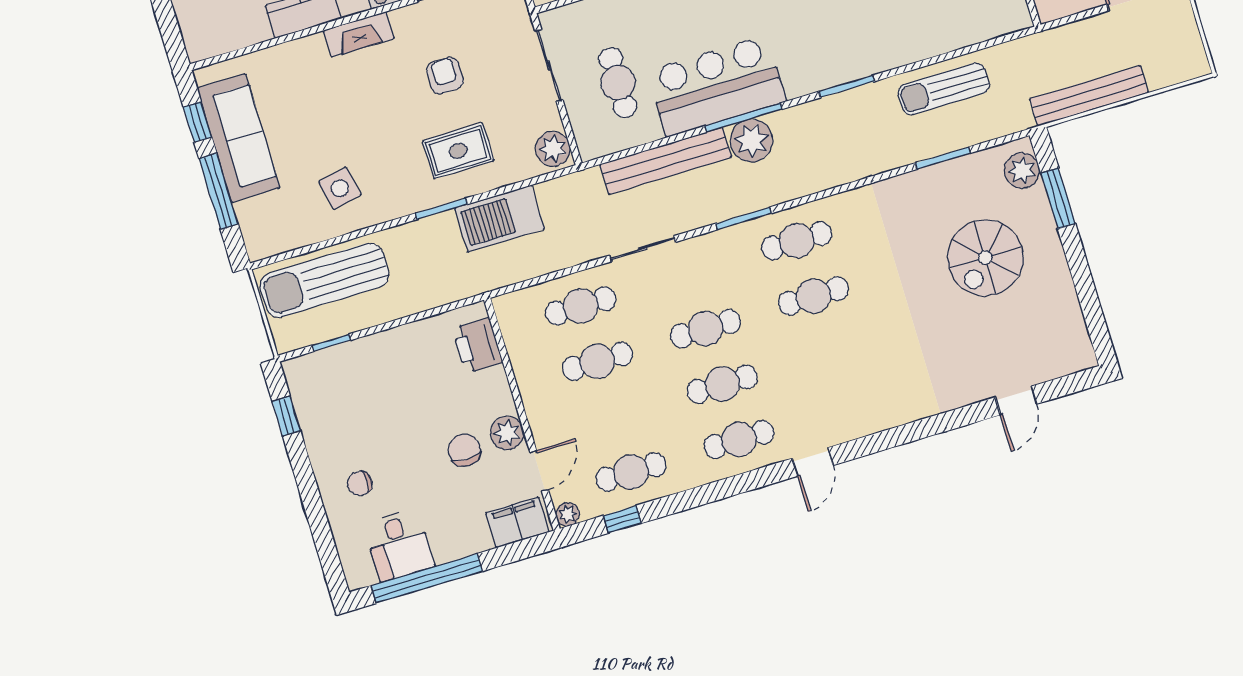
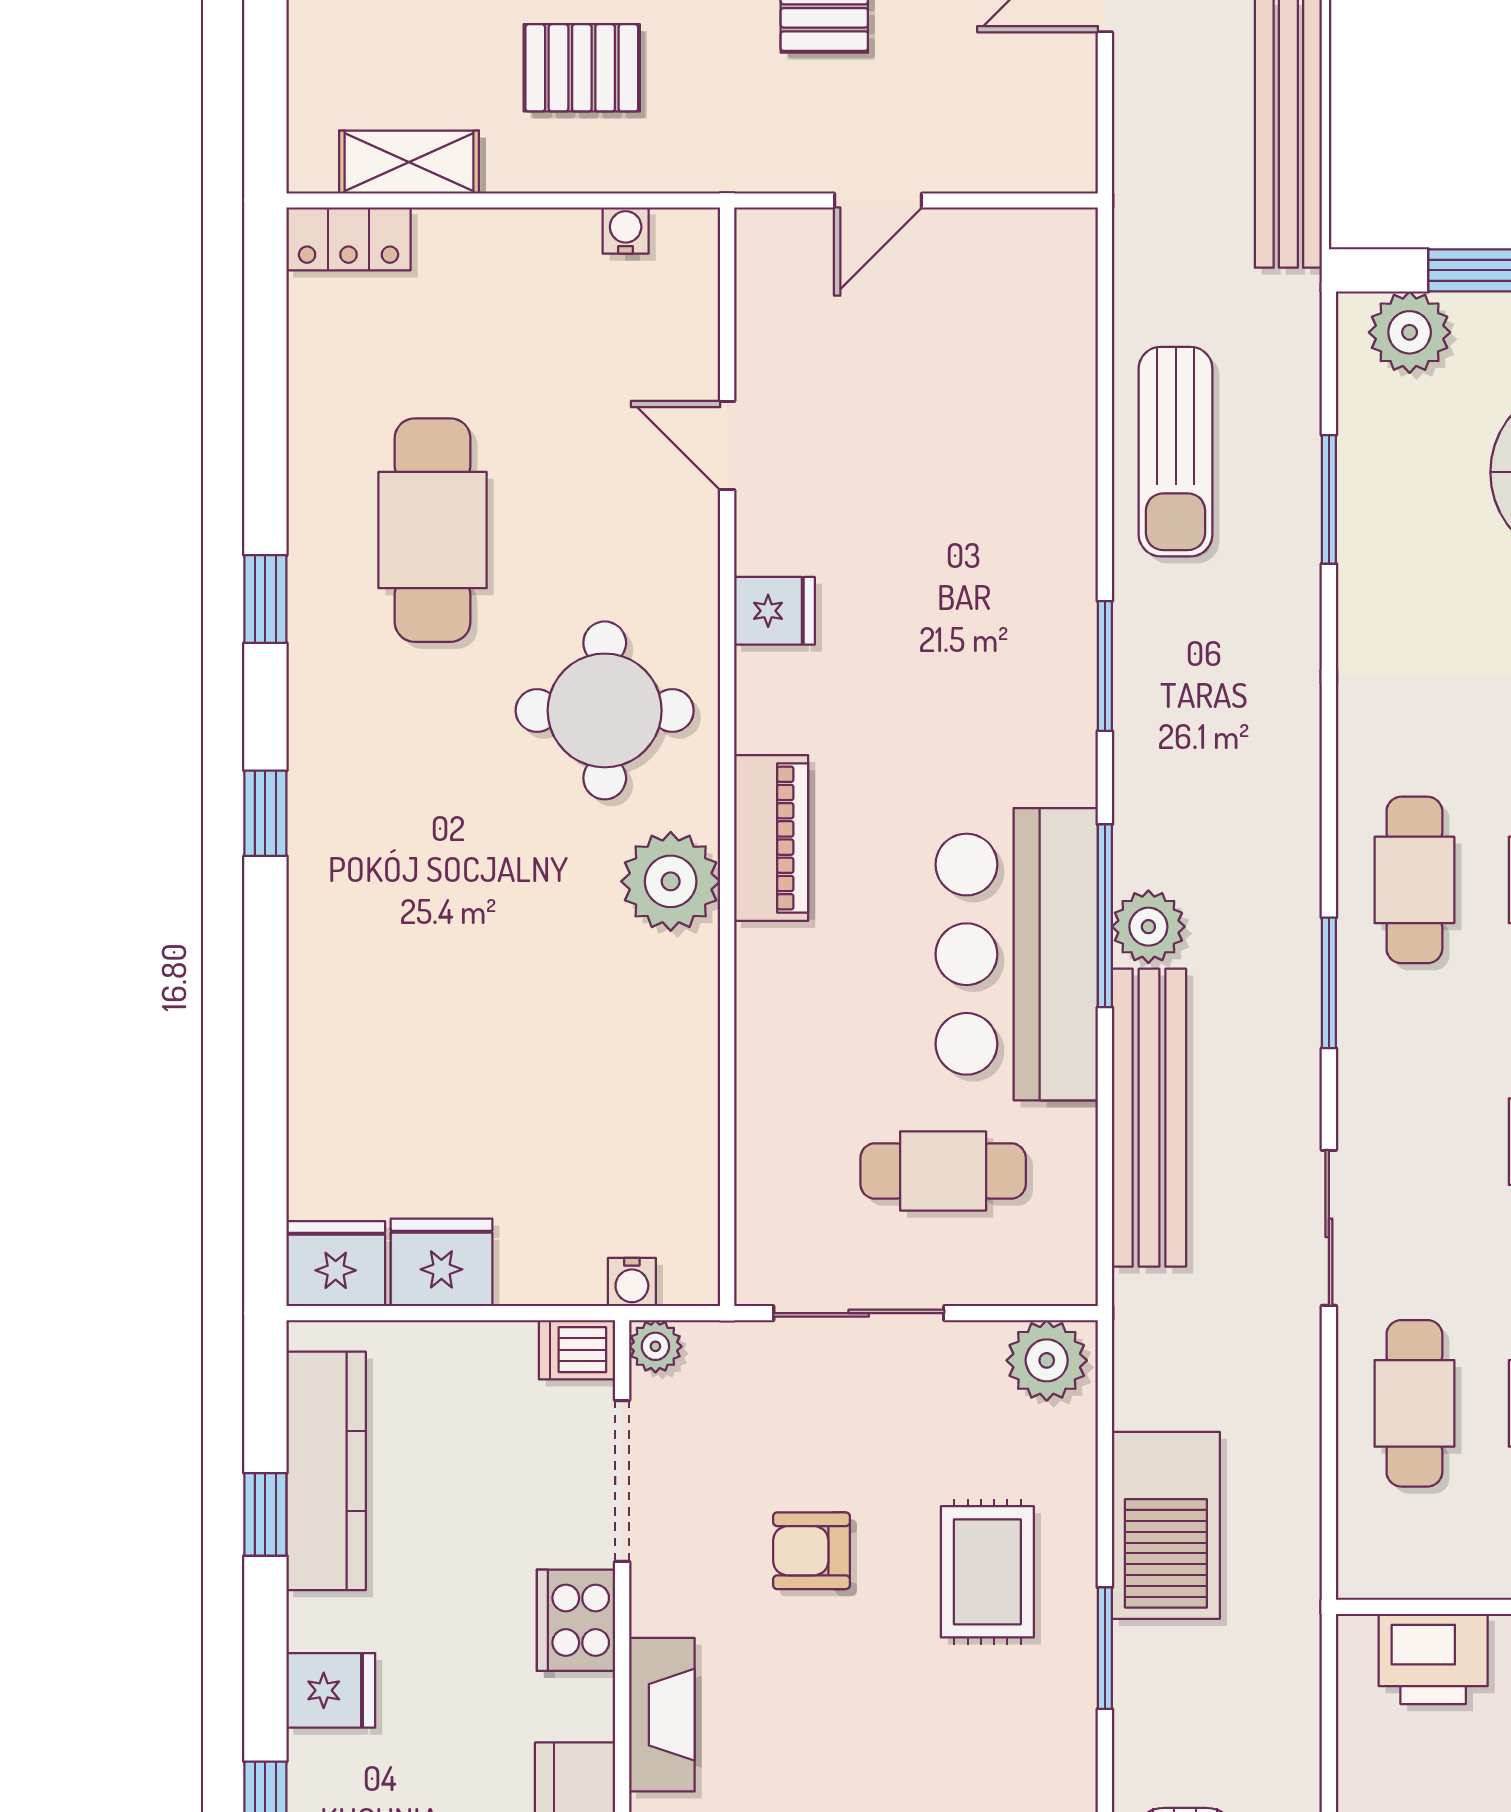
plant: (751, 141) -> (1148, 927), width x0.73, depth x0.73

